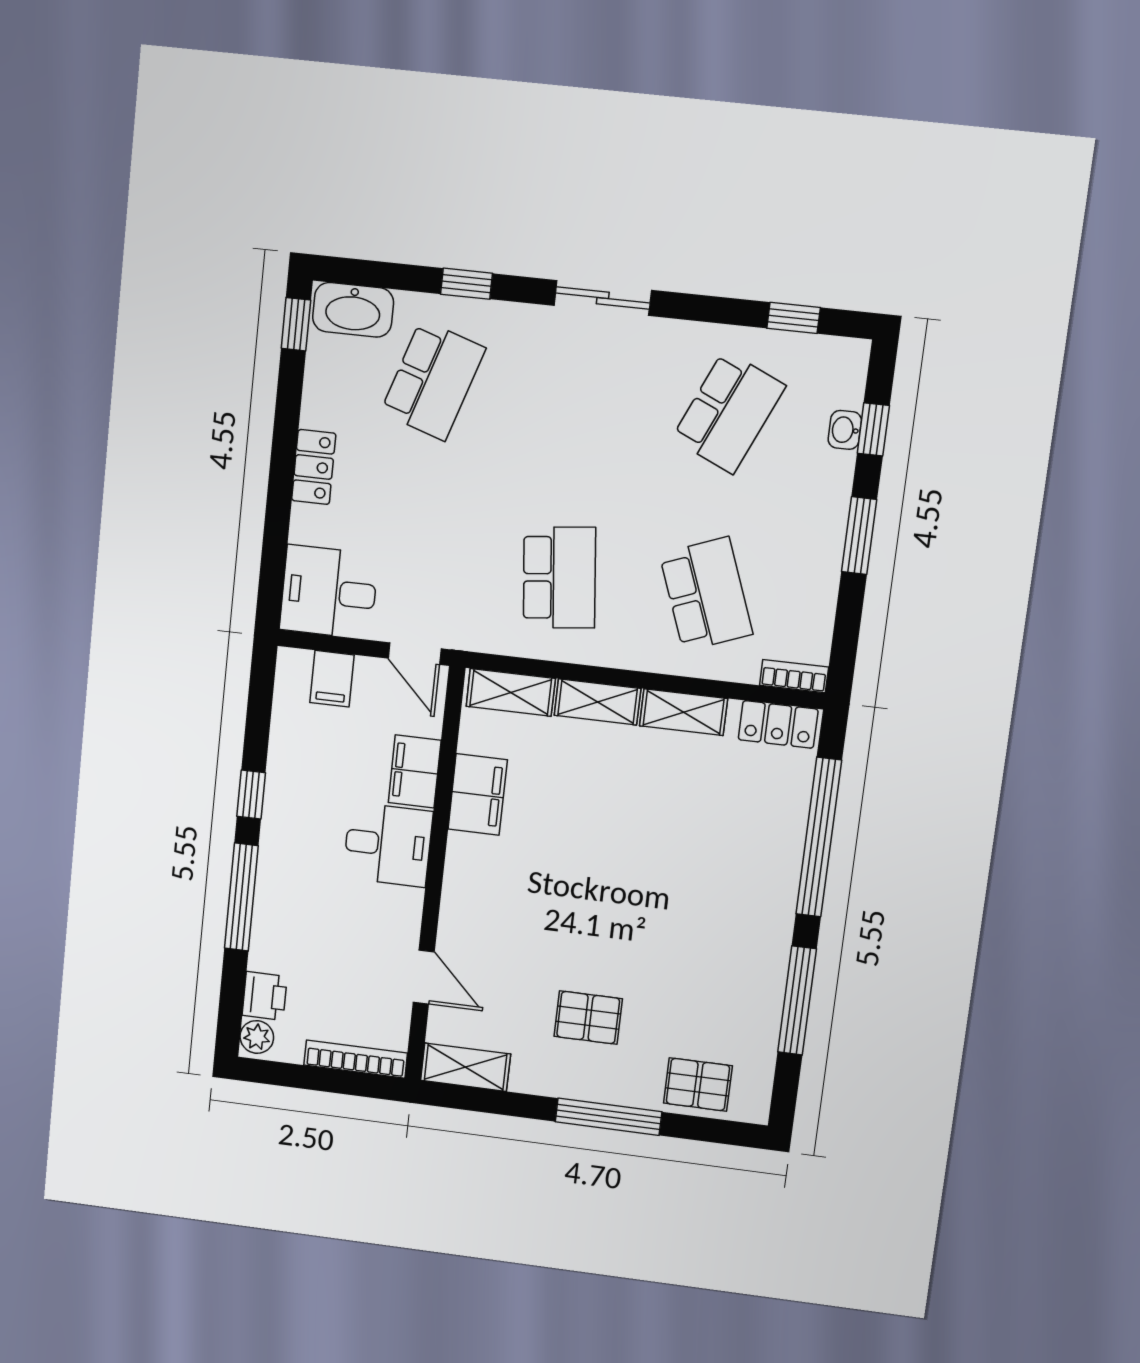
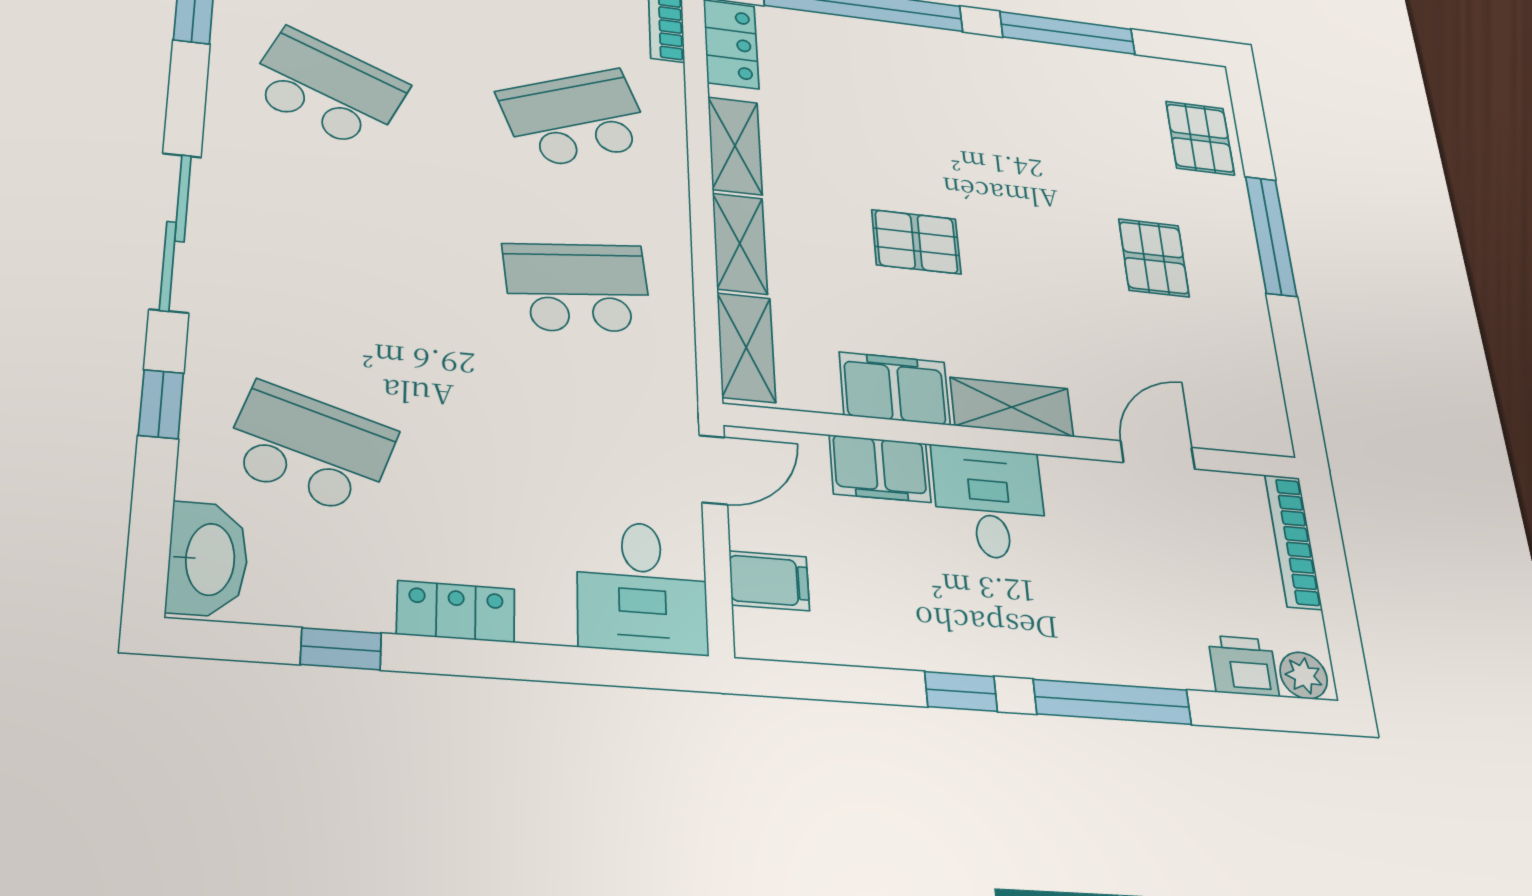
sliding door: (603, 298) -> (175, 232), width x1.37
window: (296, 324) -> (341, 649), moved
pallet: (600, 836) -> (916, 242), added
shelving: (466, 1067) -> (1012, 407), moved, turned 90

